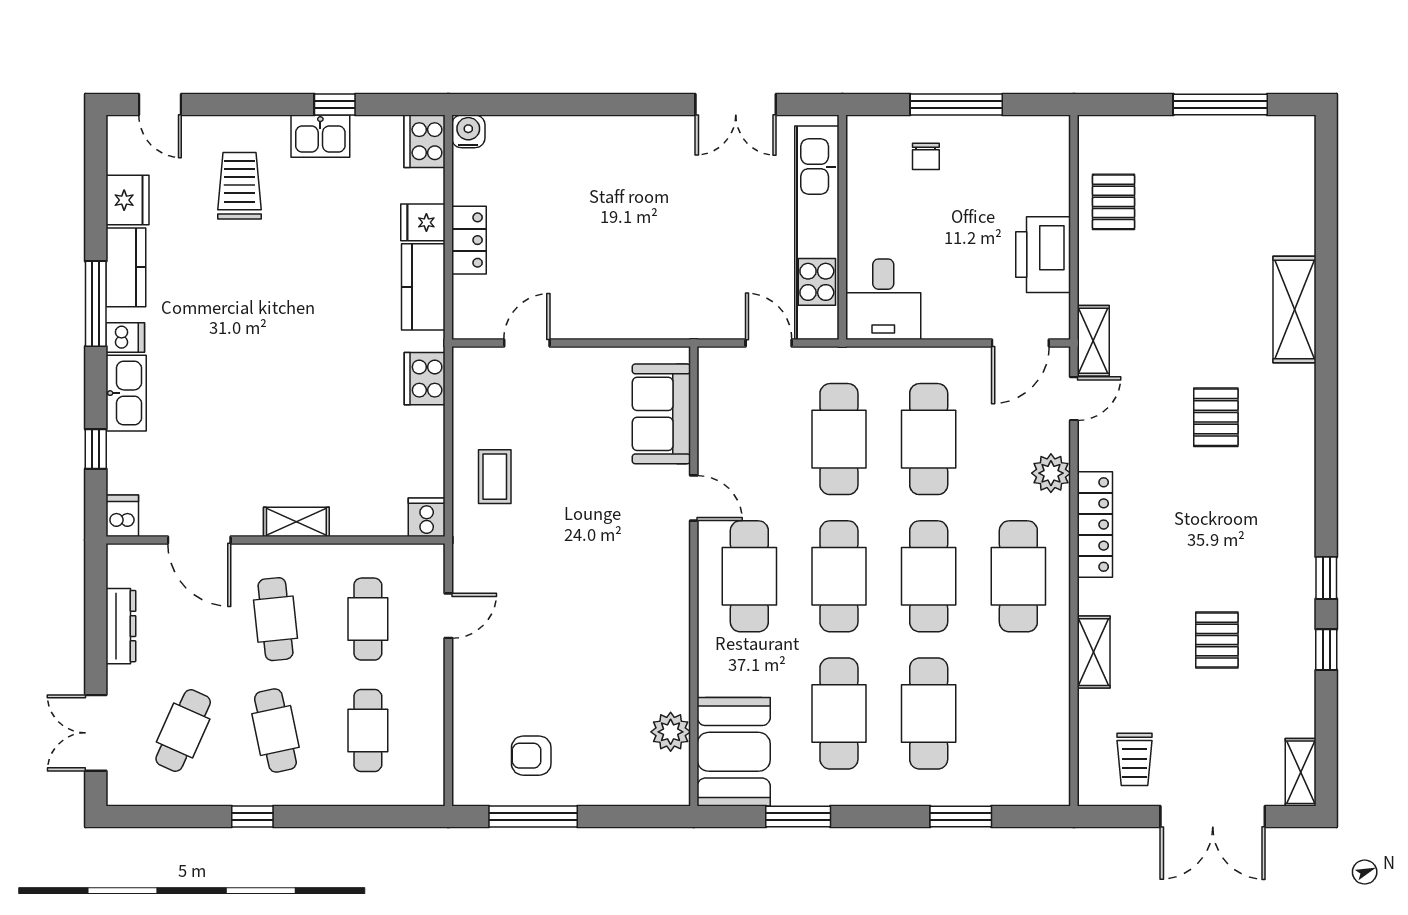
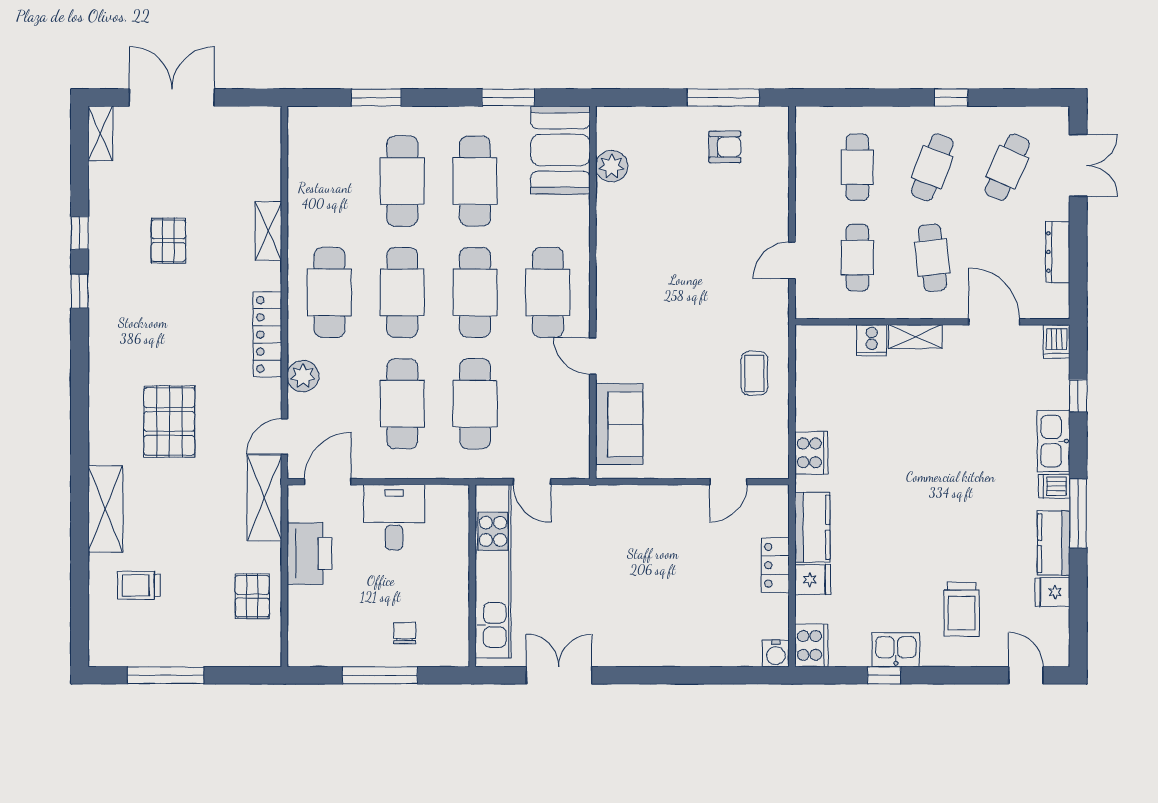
fridge: (128, 200) -> (1052, 592), width x0.72
desk: (883, 299) -> (394, 517), moved
shelving: (1093, 341) -> (264, 498), width x1.50, depth x1.33
pallet: (1216, 417) -> (169, 421), width x1.50, depth x1.42
cooker: (427, 517) -> (872, 340), moved
cafe table: (275, 730) -> (932, 167), turned 33
trolley: (1135, 759) -> (139, 585), moved, turned -90

